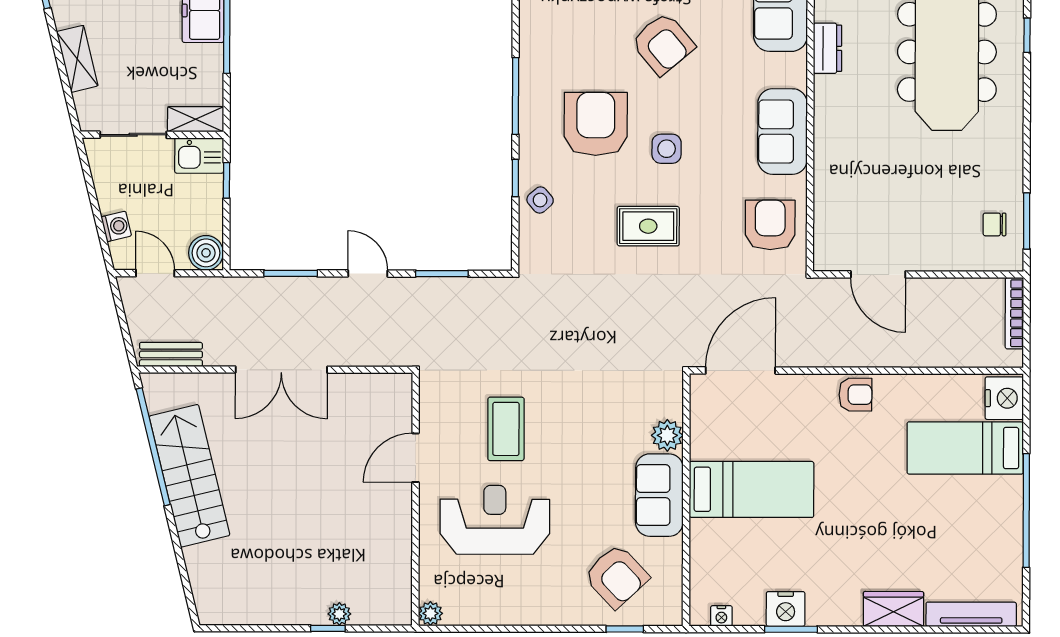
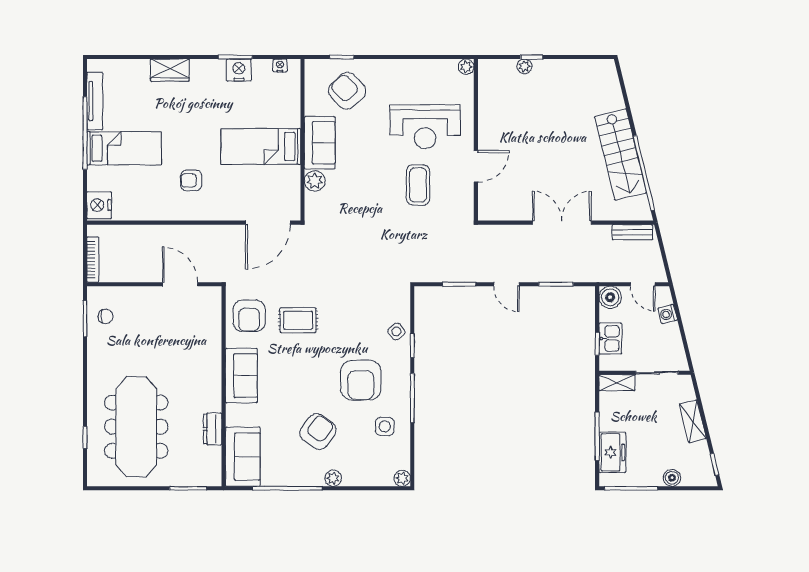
armchair: (663, 44) -> (318, 432), turned 76
side table: (667, 149) -> (385, 426), moved
kitchen sink: (199, 156) -> (610, 338), moved, turned 90
rug: (648, 226) -> (298, 320), moved
armchair: (855, 395) -> (191, 180), moved
bed: (965, 448) -> (124, 148), moved
tv unit: (971, 614) -> (95, 101), moved, turned -90

